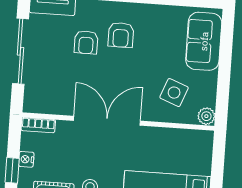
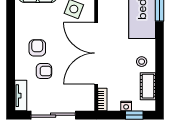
armchair: (121, 35) -> (37, 48), turned -90
double door: (107, 121) -> (96, 53), width x1.36

